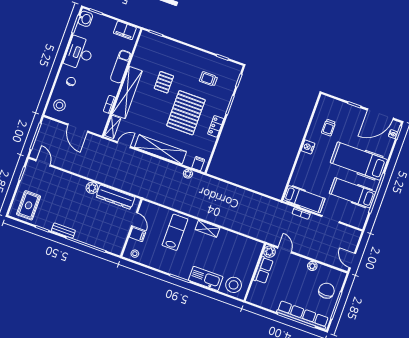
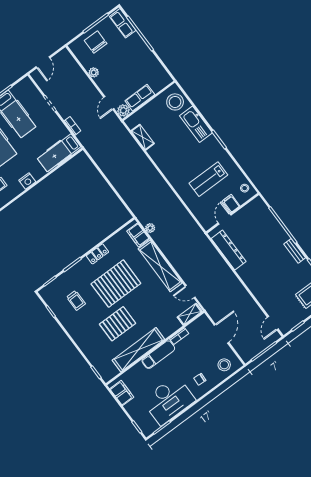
washbasin: (85, 19) -> (150, 427), removed
desk: (79, 53) -> (169, 400), width x1.36, depth x1.30
exam couch: (121, 67) -> (158, 355), moved
pallet: (164, 82) -> (118, 324), width x1.50, depth x1.42
shelving: (127, 93) -> (138, 350), moved
filing cabinet: (198, 164) -> (138, 235), width x2.00
plant: (92, 188) -> (244, 272), removed
hospital bed: (304, 199) -> (59, 153), moved, turned -90
shelving: (207, 229) -> (143, 137), moved
lab bench: (175, 232) -> (208, 179), moved
door: (352, 261) -> (43, 62), moved
chair: (326, 291) -> (96, 42), turned 90
row of seats: (303, 315) -> (123, 23), width x0.50

